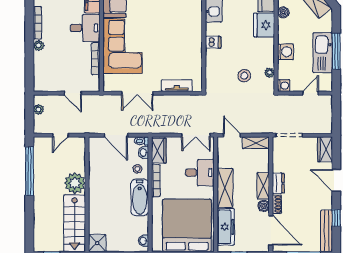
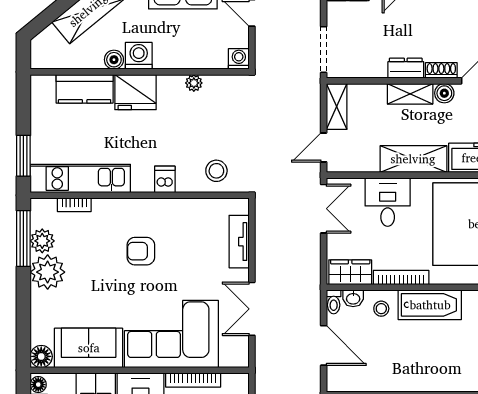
armchair: (171, 28) -> (141, 251), added
washing machine: (285, 52) -> (139, 56), moved
plant: (270, 73) -> (194, 83), moved
stool: (244, 76) -> (216, 171), moved
double door: (137, 93) -> (252, 309), swing flipped
door: (116, 135) -> (324, 345), hinge flipped

